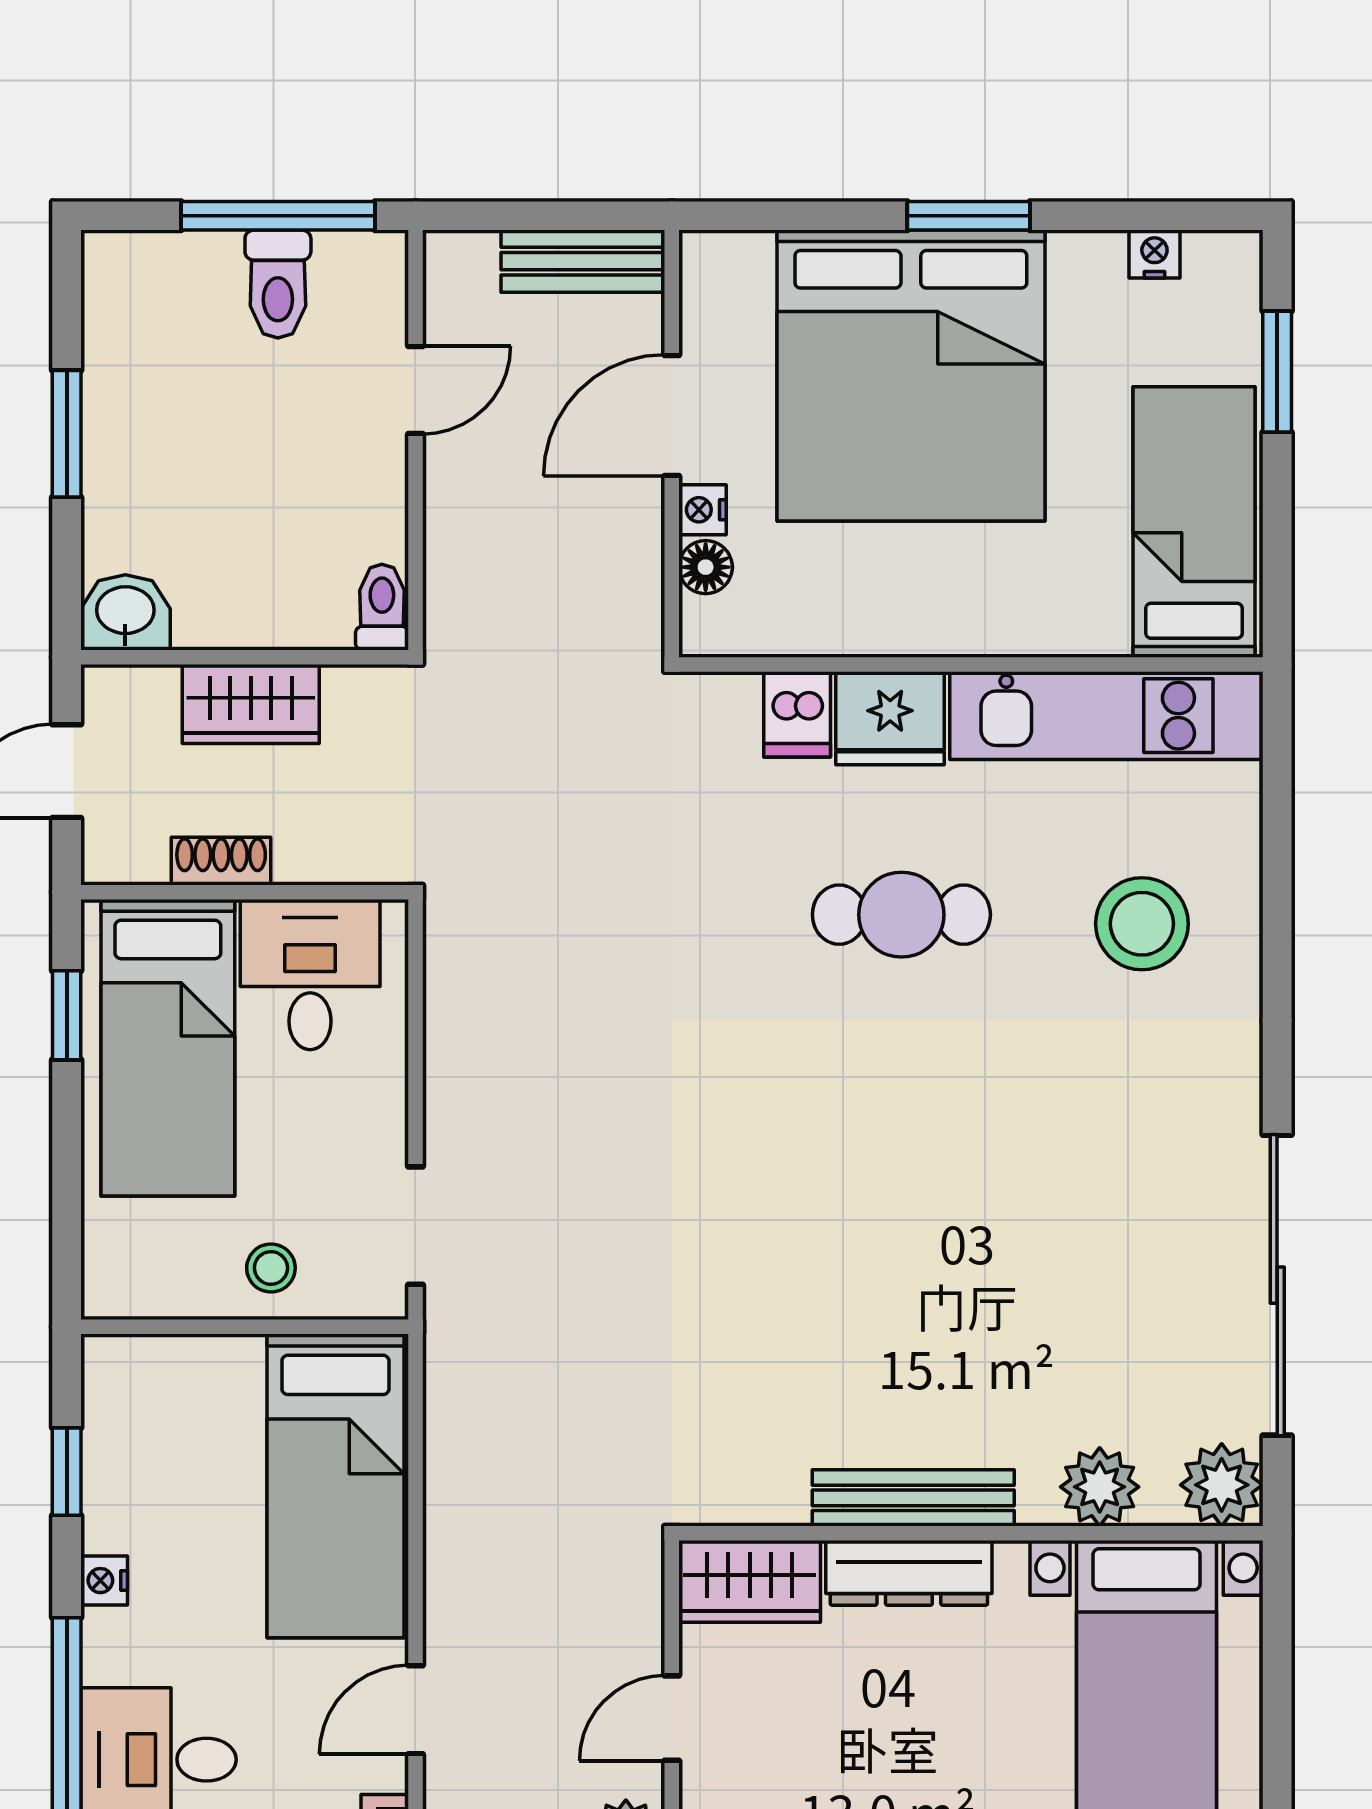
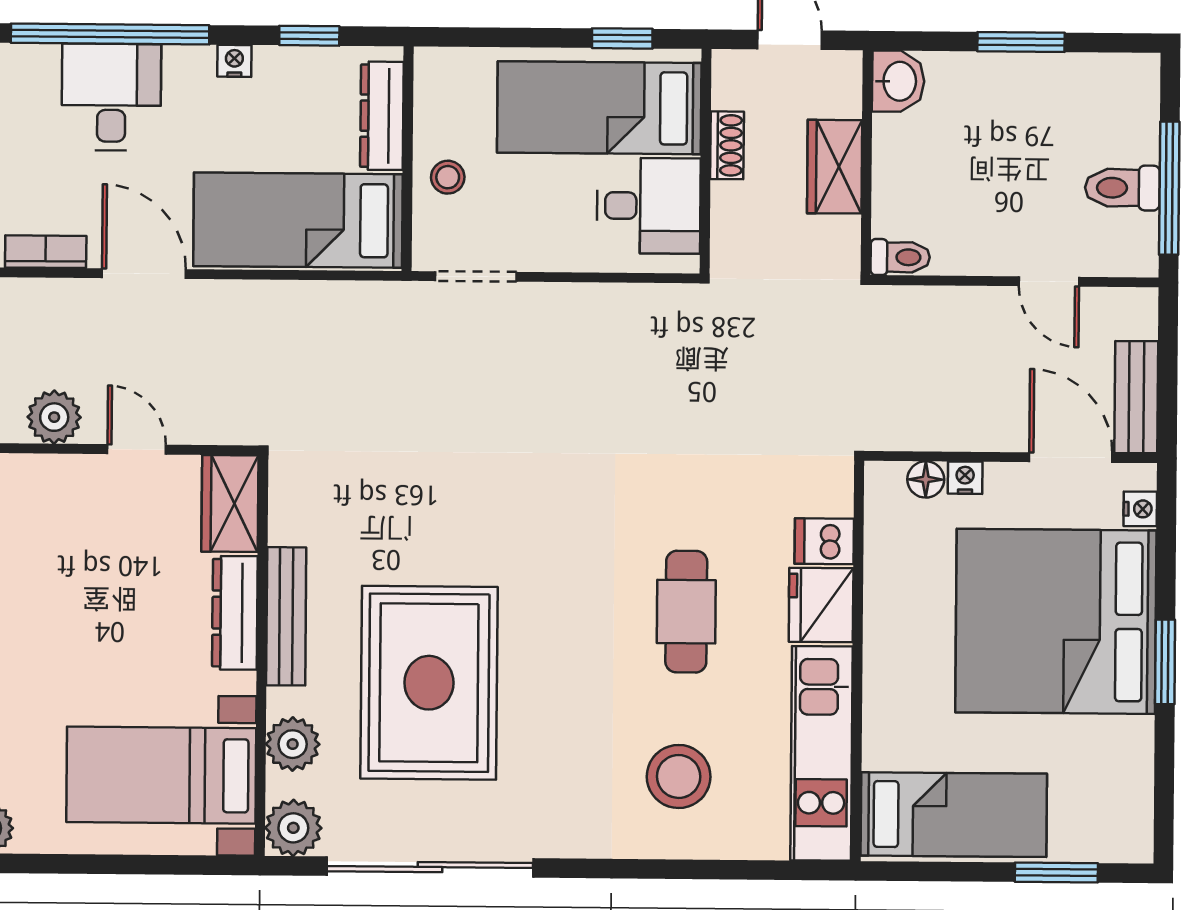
nightstand: (1154, 254) -> (1140, 509), moved
door: (672, 415) -> (1071, 458), moved
rug: (1008, 1289) -> (429, 683), added
dresser: (182, 1365) -> (382, 116), added
door: (415, 1710) -> (144, 274), width x1.38

